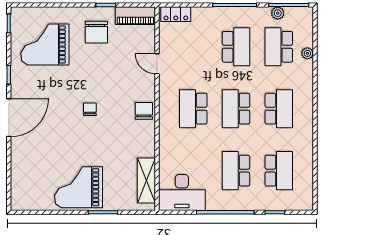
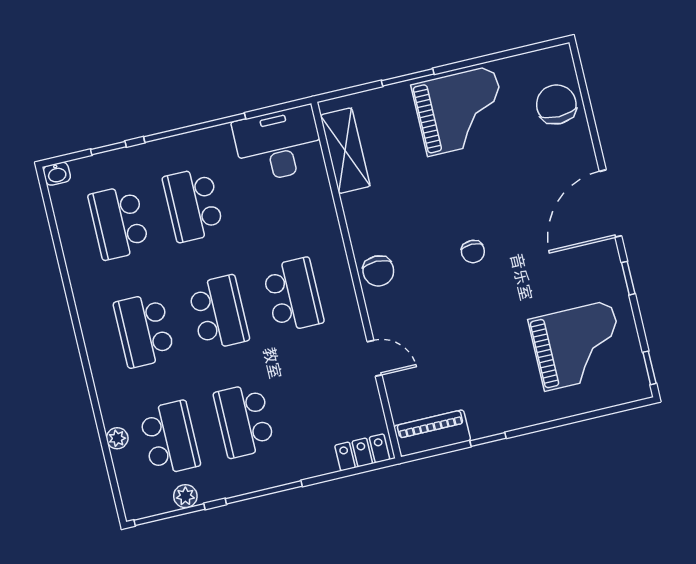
chair: (96, 32) -> (556, 104), moved
school desk: (236, 171) -> (193, 205), turned 180
washbasin: (306, 205) -> (57, 174), added

